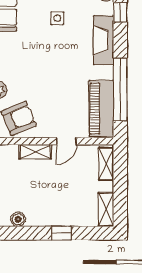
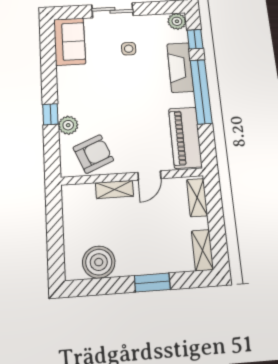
window: (120, 89) -> (201, 91), moved
boiler: (18, 219) -> (99, 262), width x1.86, depth x1.86
window: (61, 233) -> (152, 283), width x1.50

